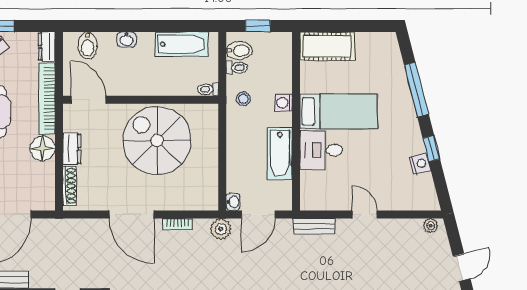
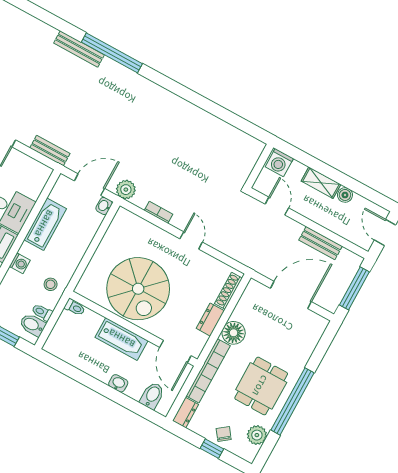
bathtub: (182, 44) -> (121, 339), moved, turned 180
door: (132, 215) -> (191, 240), width x0.53

